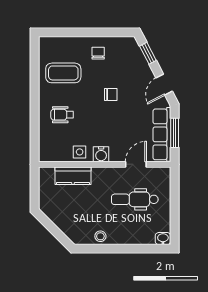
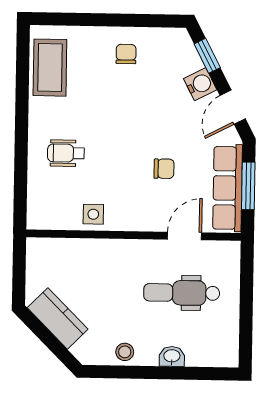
coffee table: (63, 73) -> (50, 68), moved, turned 90
chair: (111, 94) -> (164, 169), moved
water cooler: (101, 154) -> (200, 84), moved, turned -117
kitchen counter: (73, 176) -> (58, 318), moved, turned -135
washbasin: (163, 239) -> (172, 356), moved

